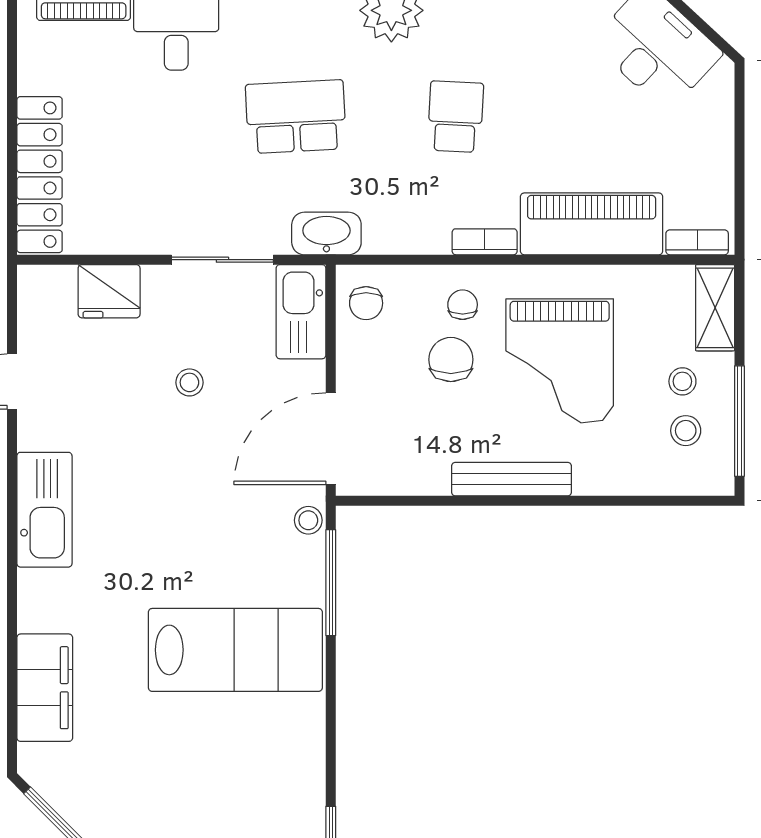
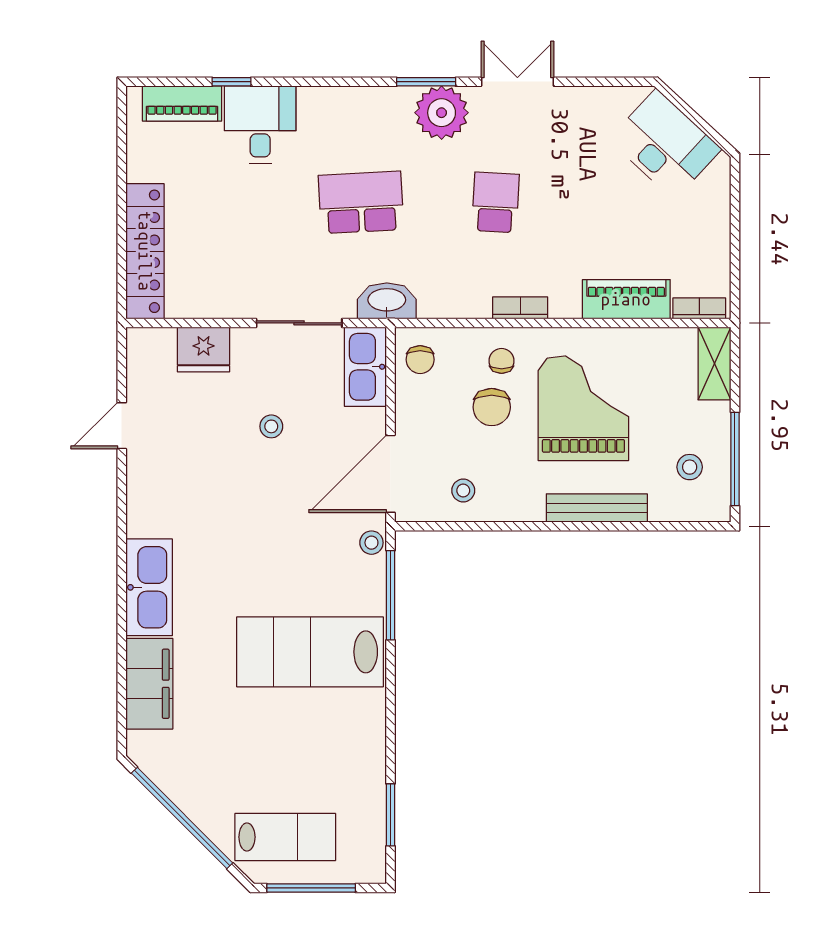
piano: (592, 224) -> (626, 299), width x0.73, depth x0.75
chair: (451, 360) -> (492, 407), turned 180
grand piano: (560, 361) -> (583, 408), turned 180
stool: (682, 381) -> (463, 491), moved
bench: (511, 479) -> (597, 508), moved
kitchen sink: (44, 510) -> (149, 587), moved
lab bench: (235, 650) -> (310, 652), turned 180

